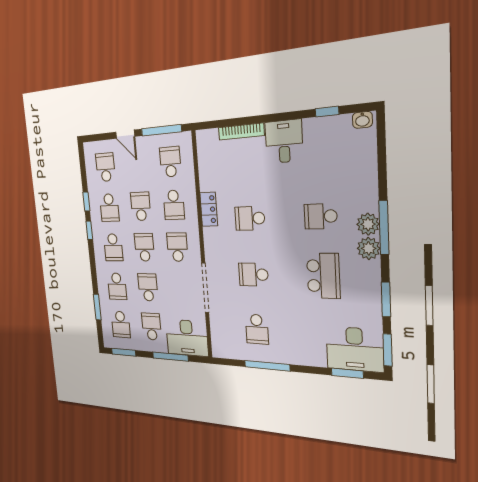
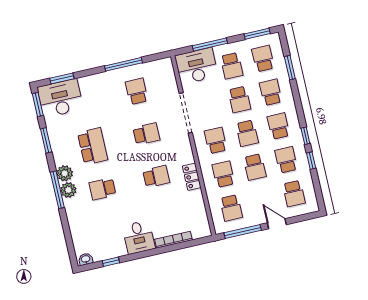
school desk: (321, 216) -> (102, 189), turned 180
school desk: (177, 247) -> (216, 140), turned 180
school desk: (323, 276) -> (93, 146), turned 180

